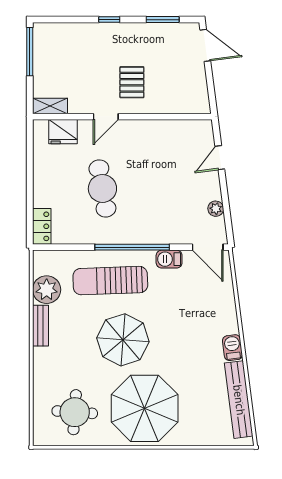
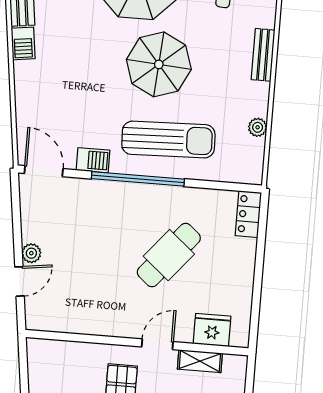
shelving: (50, 106) -> (200, 361), moved
cafe table: (102, 188) -> (169, 255), turned 50
plant: (216, 209) -> (31, 253), moved
plant: (47, 290) -> (258, 127), width x0.53, depth x0.53
bench: (40, 326) -> (263, 55), moved

